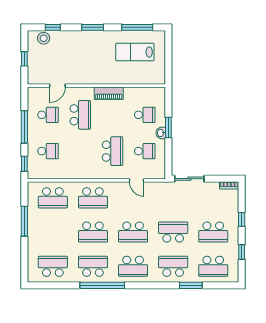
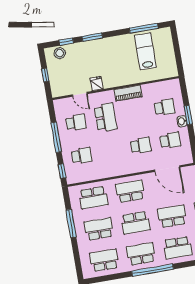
window: (93, 27) -> (92, 37), moved
lab bench: (135, 52) -> (145, 51), turned 90
fridge: (77, 77) -> (96, 84), added
door: (57, 86) -> (80, 94), hinge flipped
school desk: (113, 151) -> (141, 145), width x0.54
door: (137, 180) -> (167, 169), width x1.87
school desk: (93, 198) -> (130, 191), turned 180
school desk: (53, 232) -> (99, 229), added
school desk: (133, 232) -> (172, 216), turned 180

